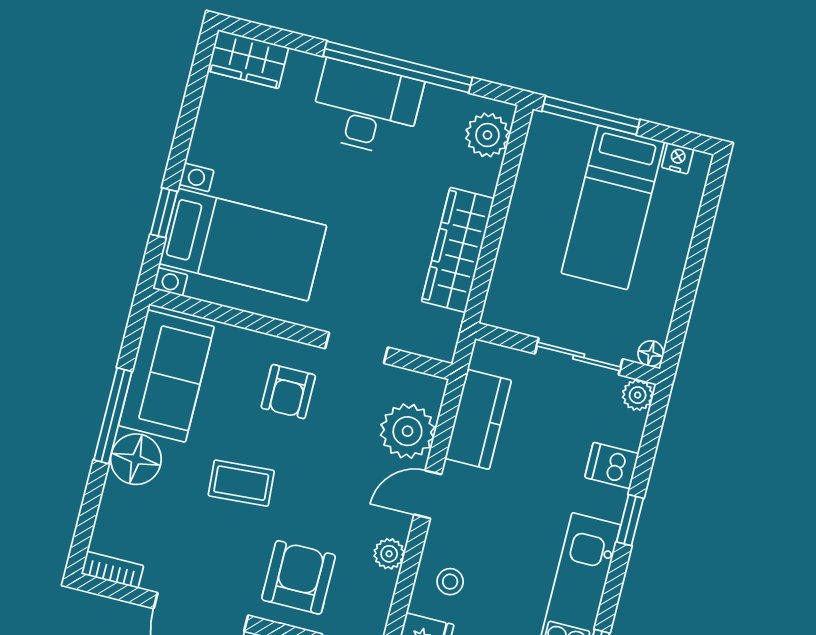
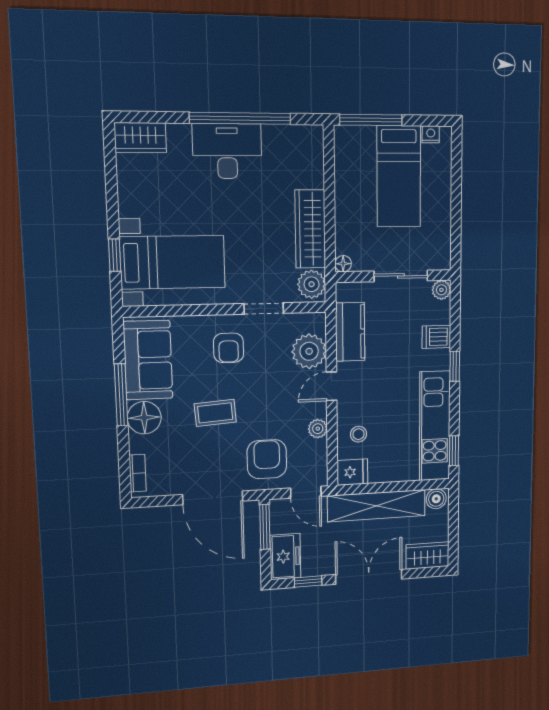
plant: (487, 135) -> (312, 284), moved
floor lamp: (651, 353) -> (343, 264), moved
bookcase: (112, 570) -> (138, 473), moved, turned 90

